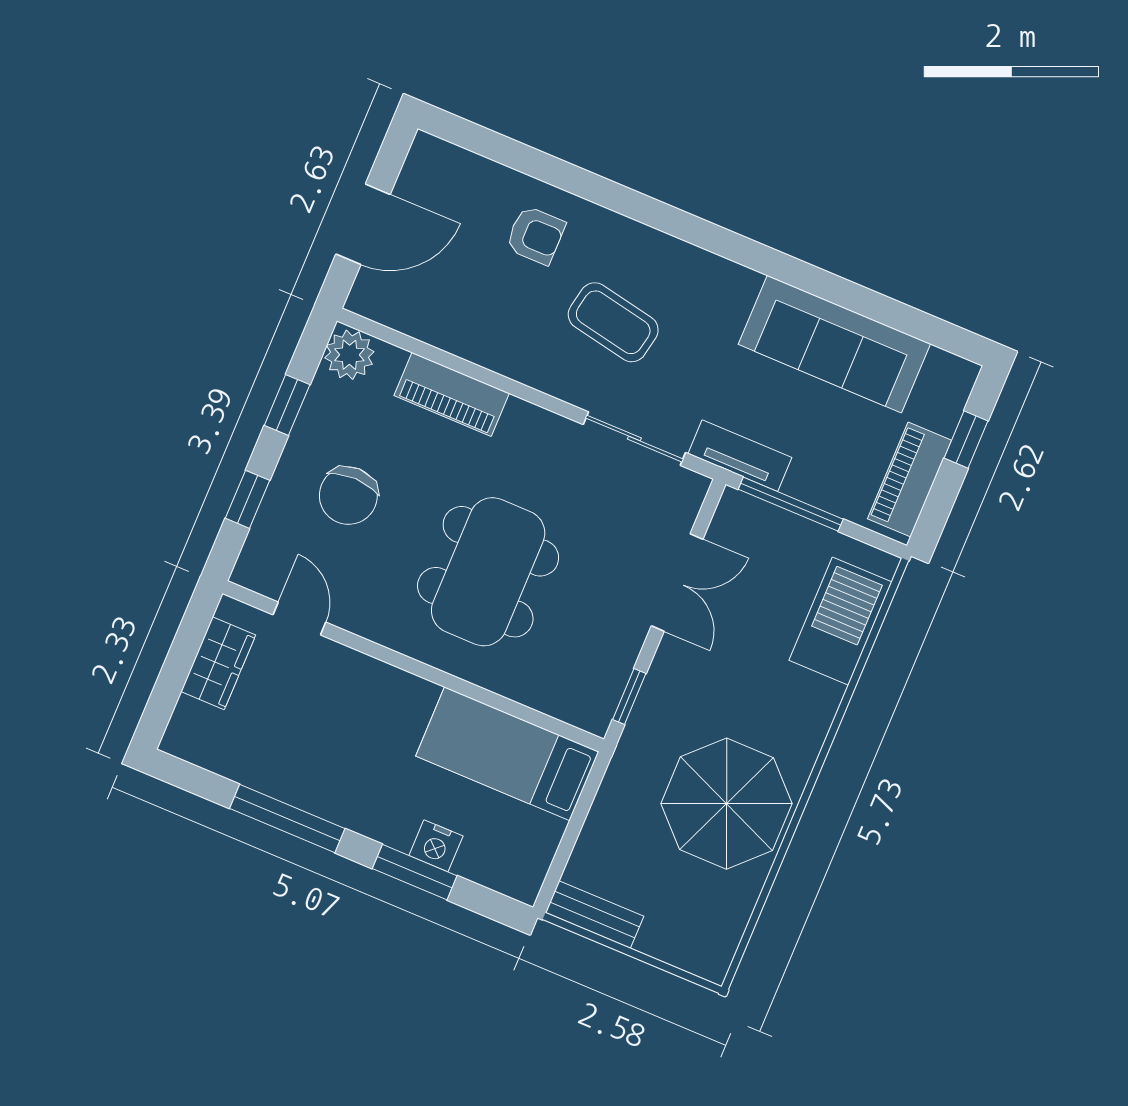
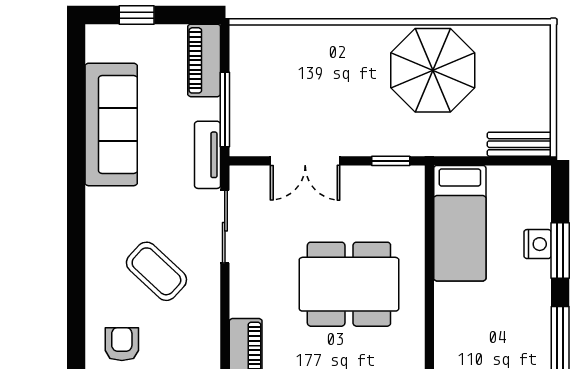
coffee table: (613, 322) -> (156, 271), turned -58
piano: (910, 480) -> (204, 60), moved, turned 90
double door: (677, 582) -> (305, 161), swing flipped
barbecue: (840, 621) -> (286, 46), removed
bench: (595, 915) -> (519, 144), moved, turned 90

